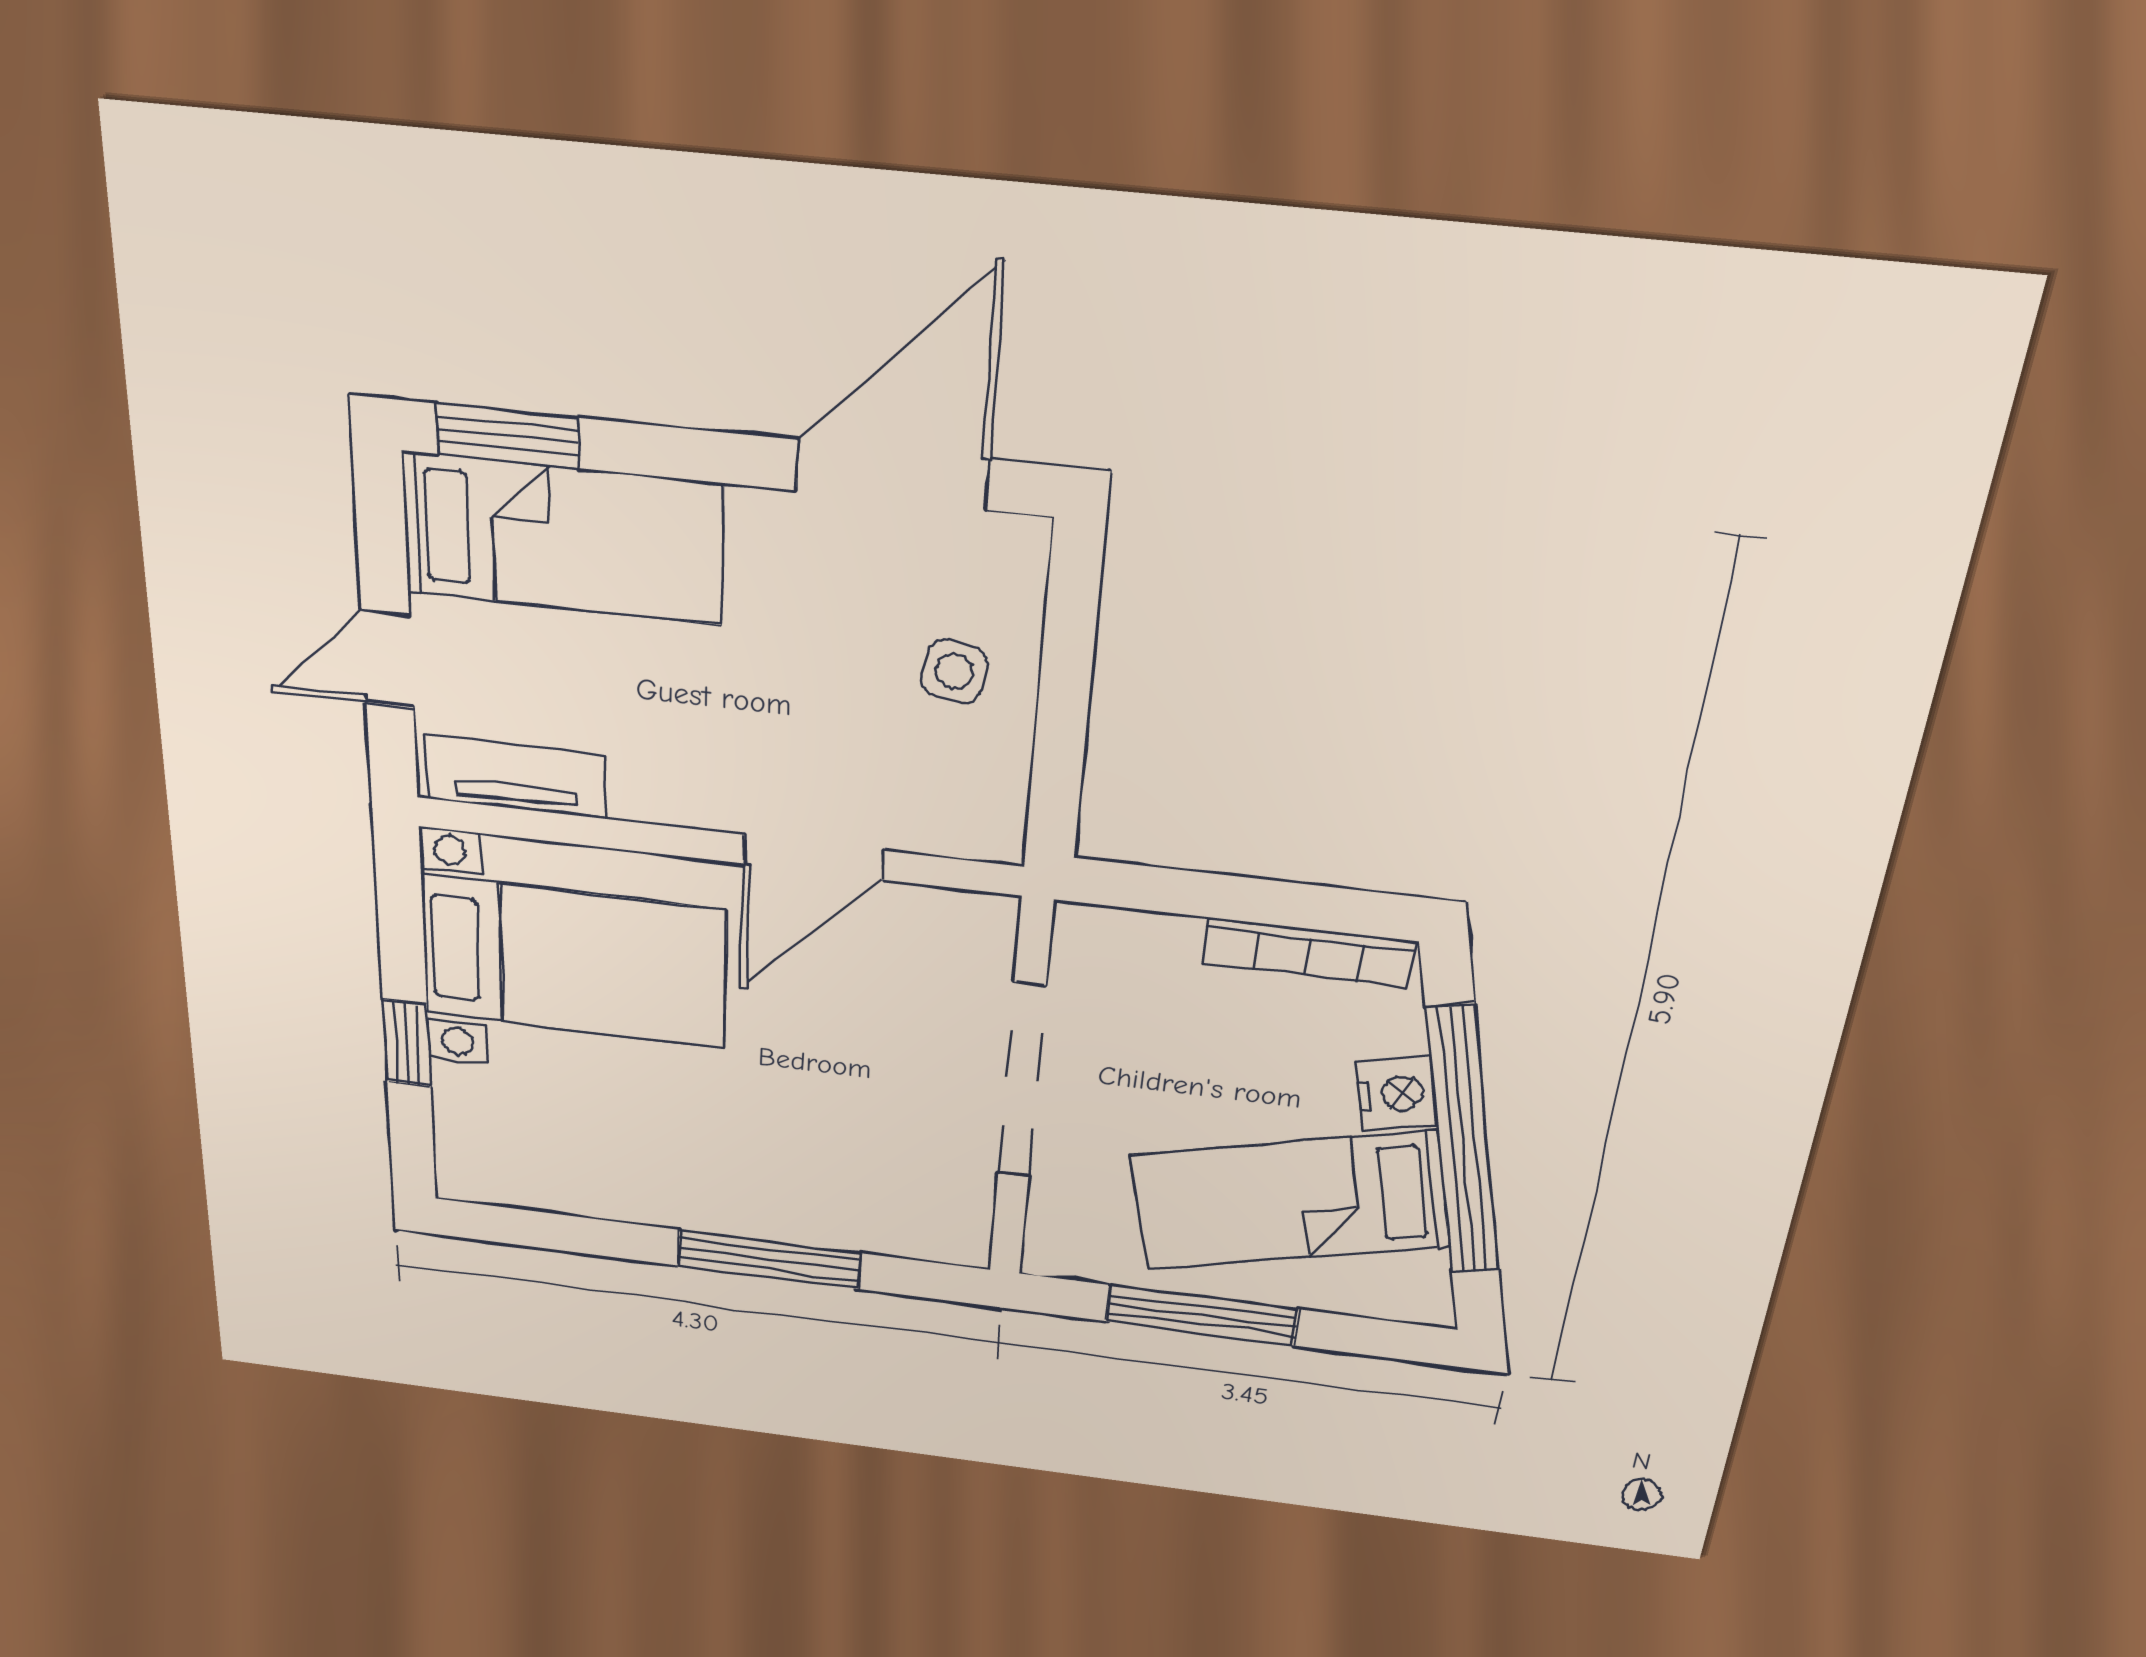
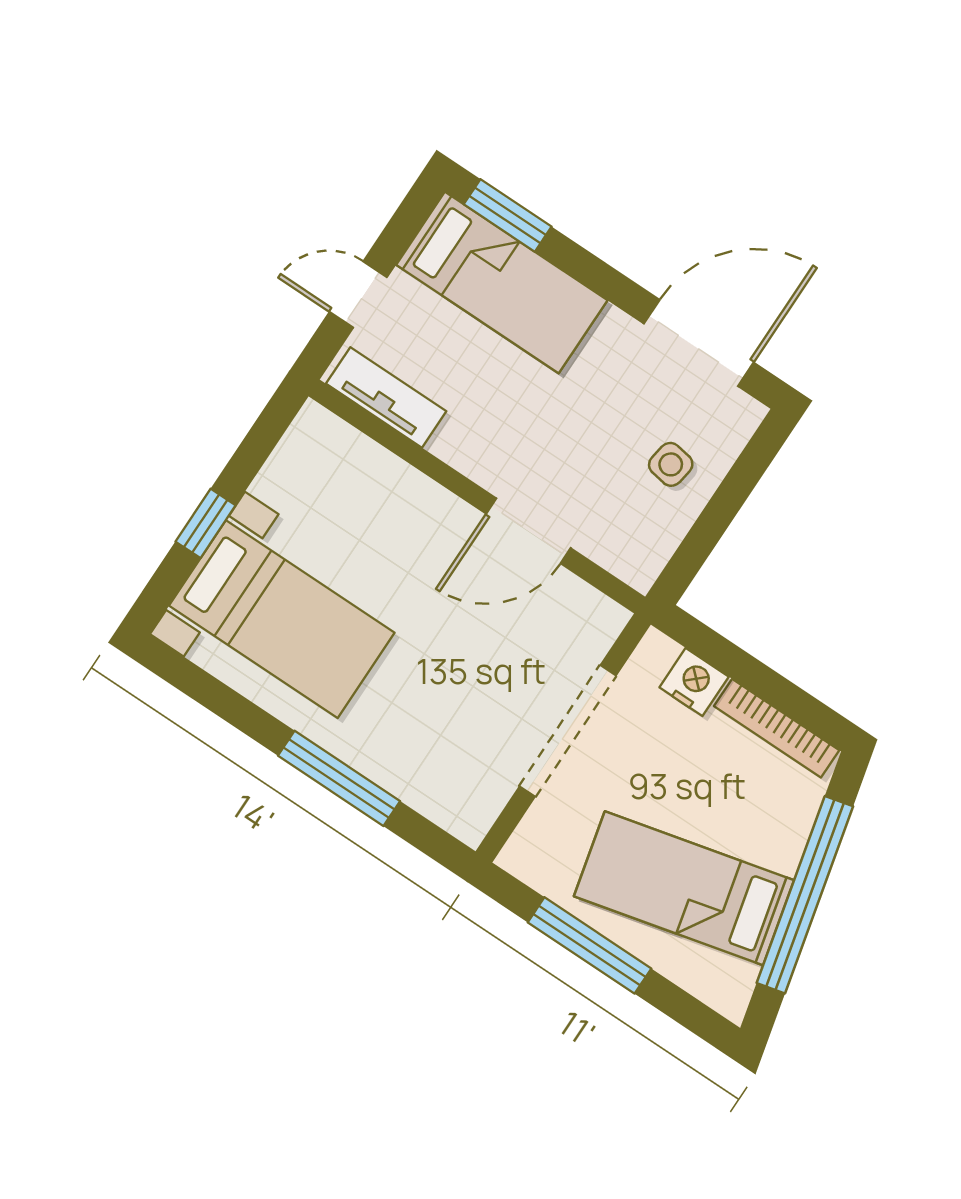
bed with nightstands: (574, 962) -> (282, 619), moved
nightstand: (1396, 1093) -> (694, 682), moved, turned -76

